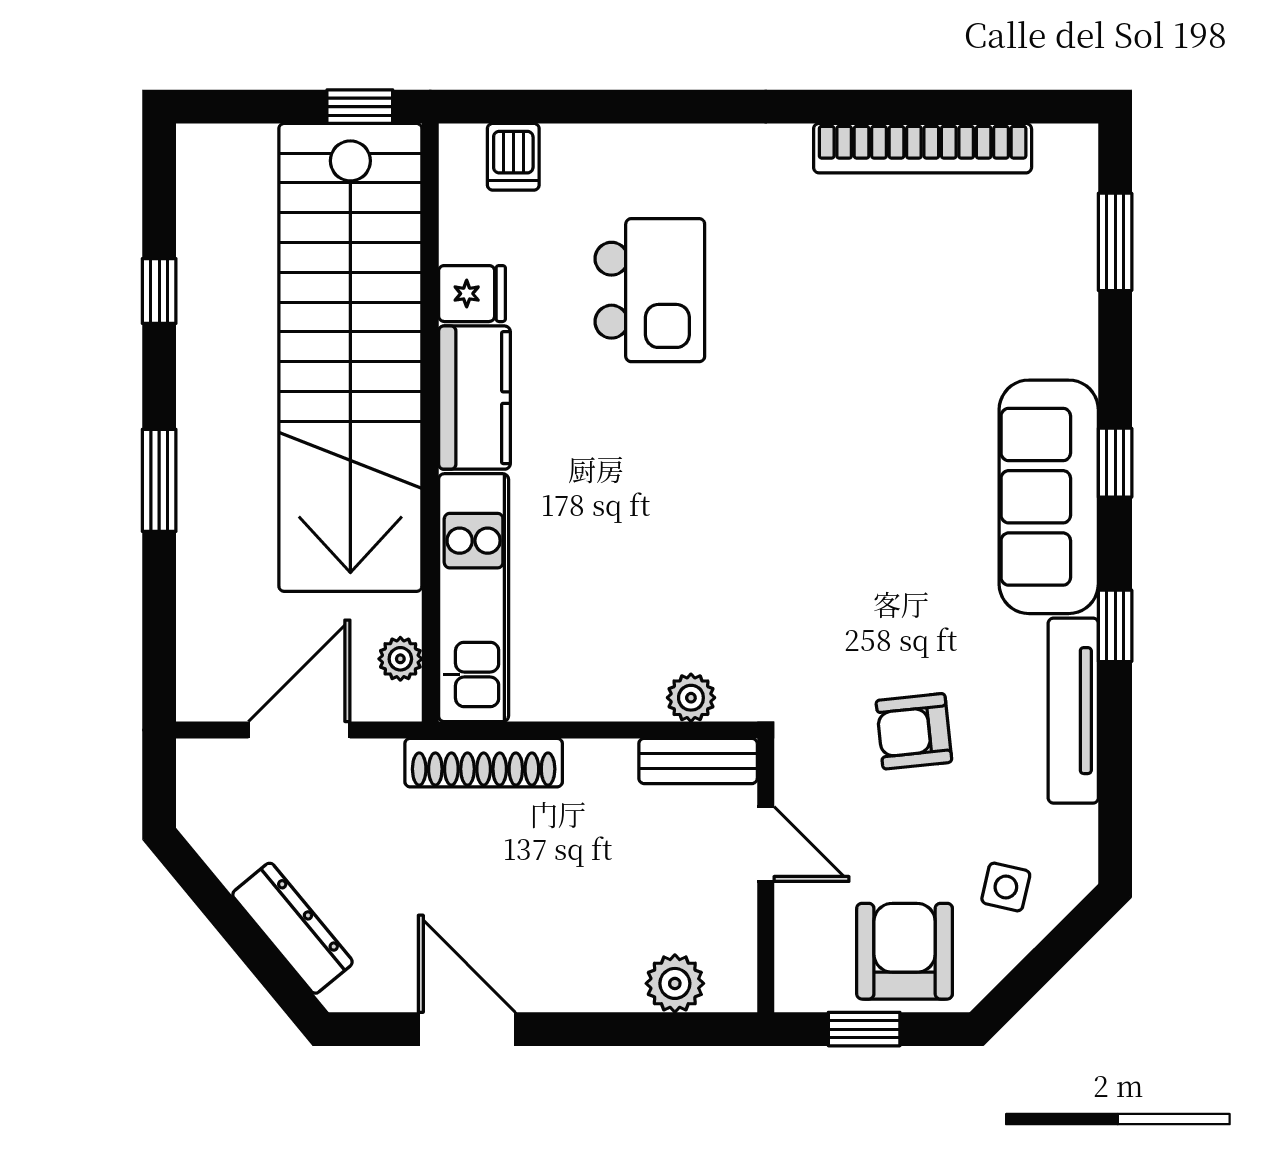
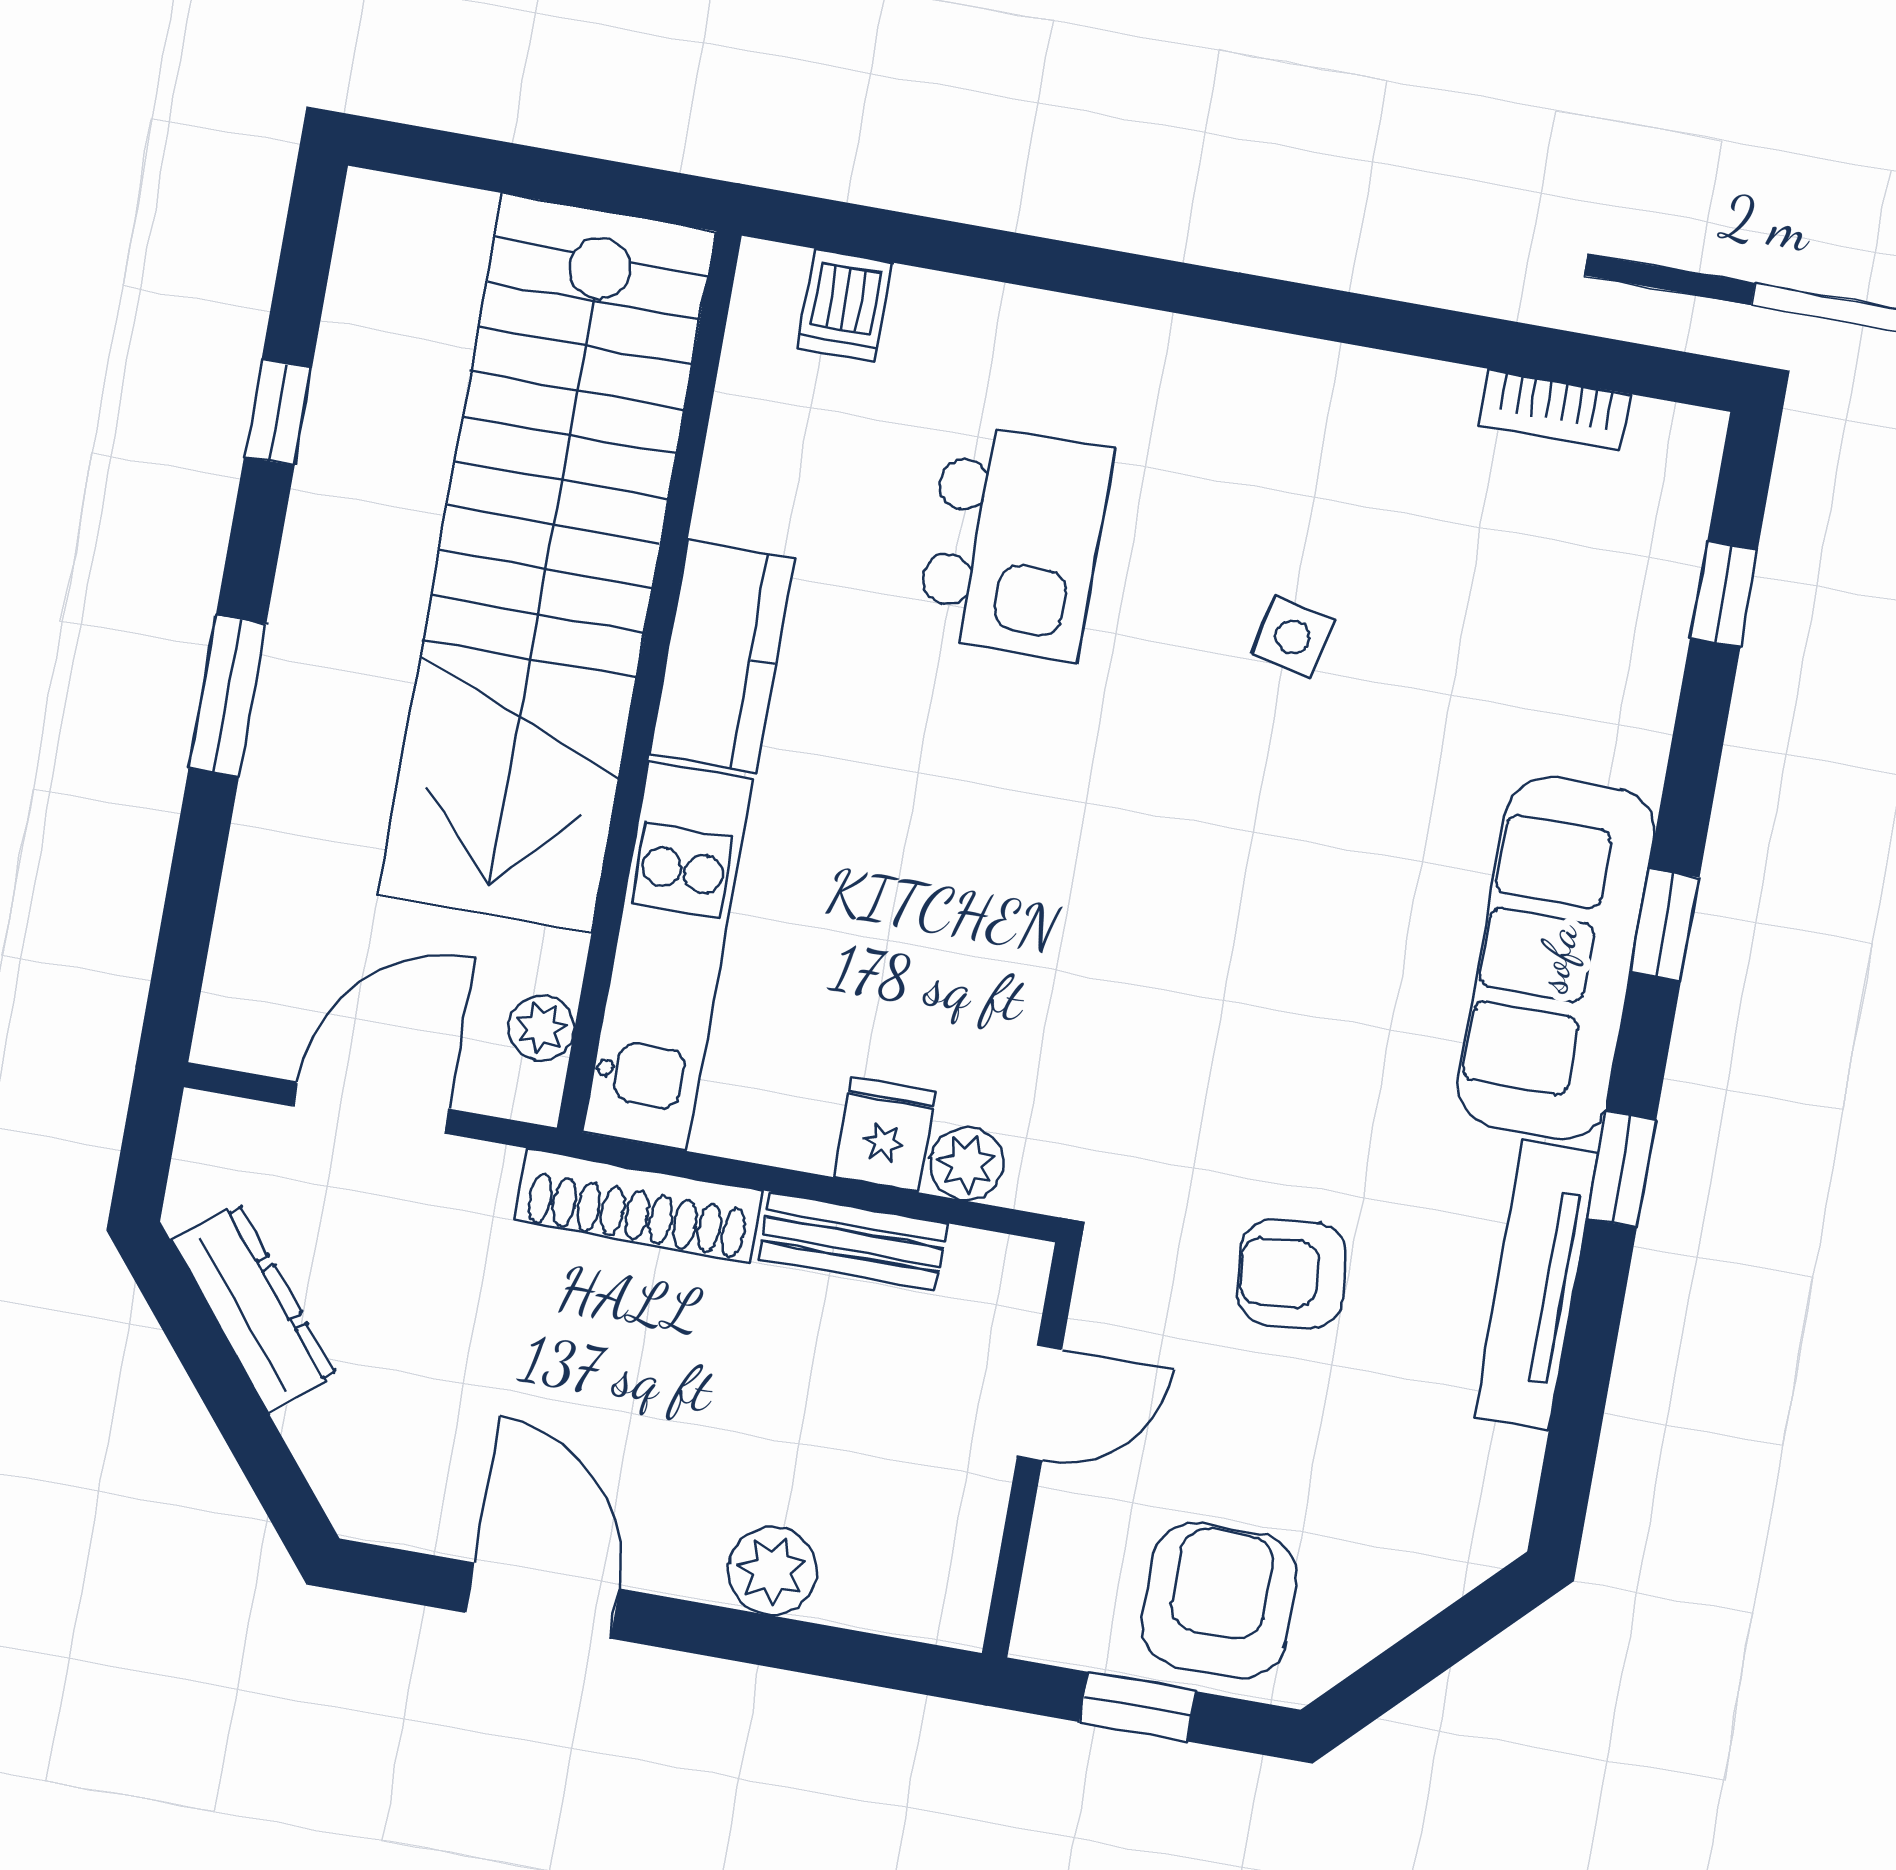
window: (360, 107) -> (628, 190), removed
bookcase: (923, 148) -> (1555, 410), width x0.43, depth x0.76
window: (1115, 242) -> (1724, 594), width x0.67
fridge: (472, 294) -> (885, 1135), moved, turned -90
bench: (698, 761) -> (852, 1241), moved
door: (766, 844) -> (1039, 1403), hinge flipped
side table: (1006, 887) -> (1293, 637), moved
dresser: (292, 928) -> (254, 1308), moved
plant: (675, 983) -> (772, 1571), moved

